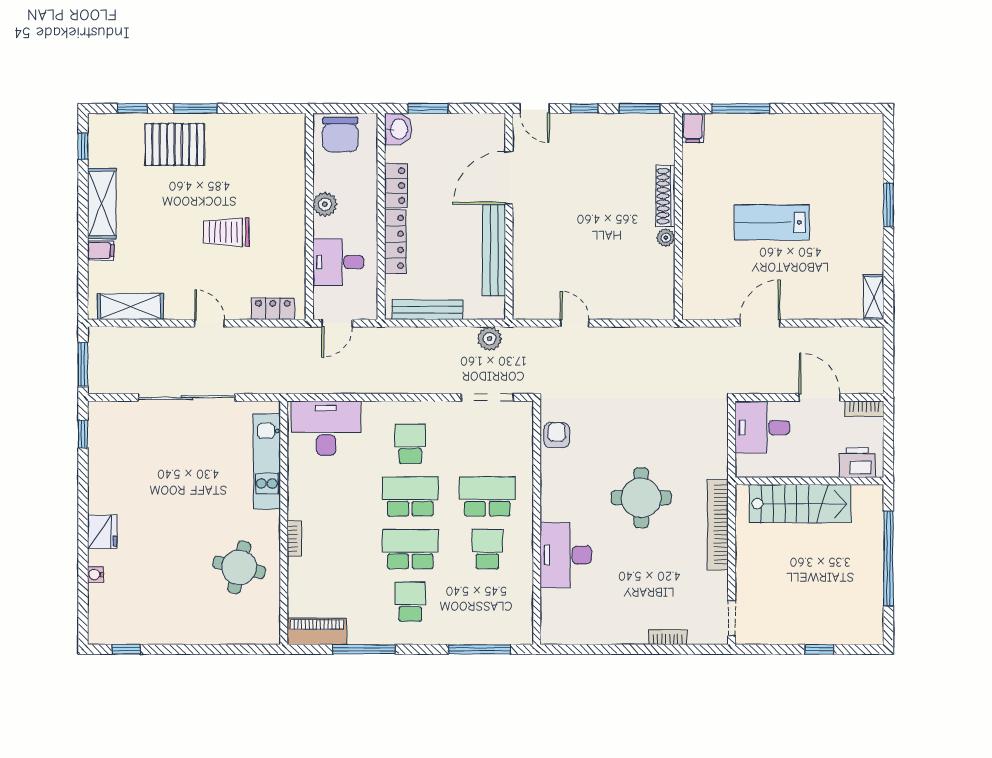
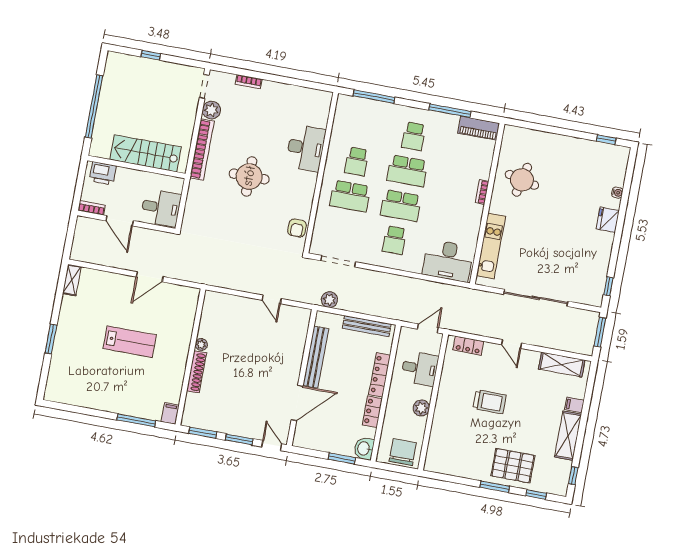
window: (584, 108) -> (239, 439), width x1.50
plant: (715, 585) -> (211, 110), added

